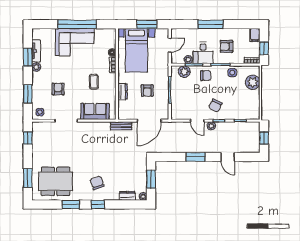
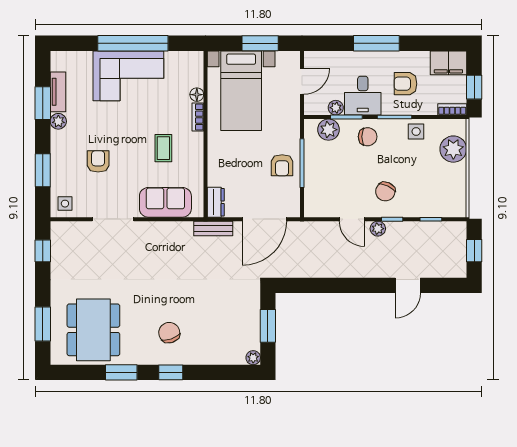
filing cabinet: (255, 35) -> (448, 63), width x2.00
armchair: (147, 91) -> (282, 165), moved
dresser: (123, 92) -> (216, 202), moved
window: (196, 157) -> (349, 285), removed
door: (228, 157) -> (408, 285), hinge flipped
dining table: (56, 181) -> (93, 330), turned 90
dresser: (127, 196) -> (225, 357), removed

